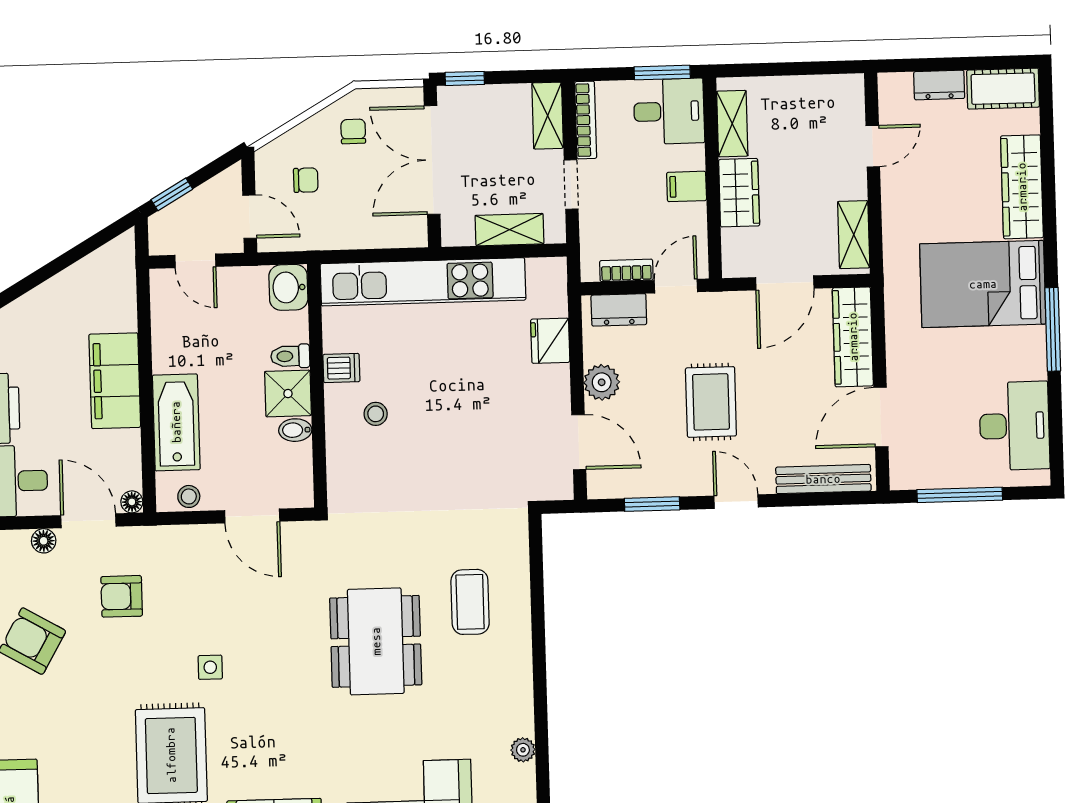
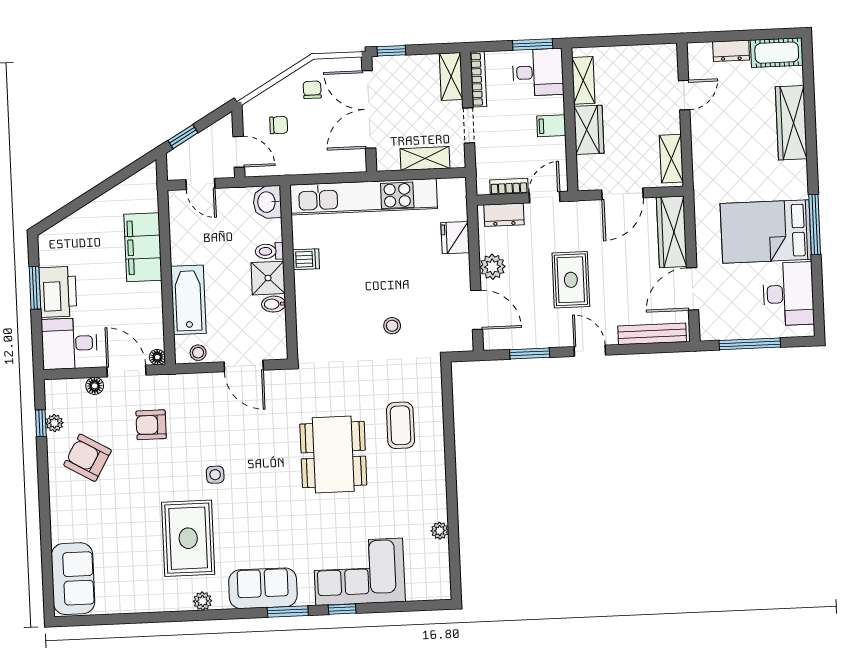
bed: (983, 284) -> (766, 231), moved
filing cabinet: (115, 381) -> (143, 247), moved
stool: (376, 414) -> (392, 326), moved

